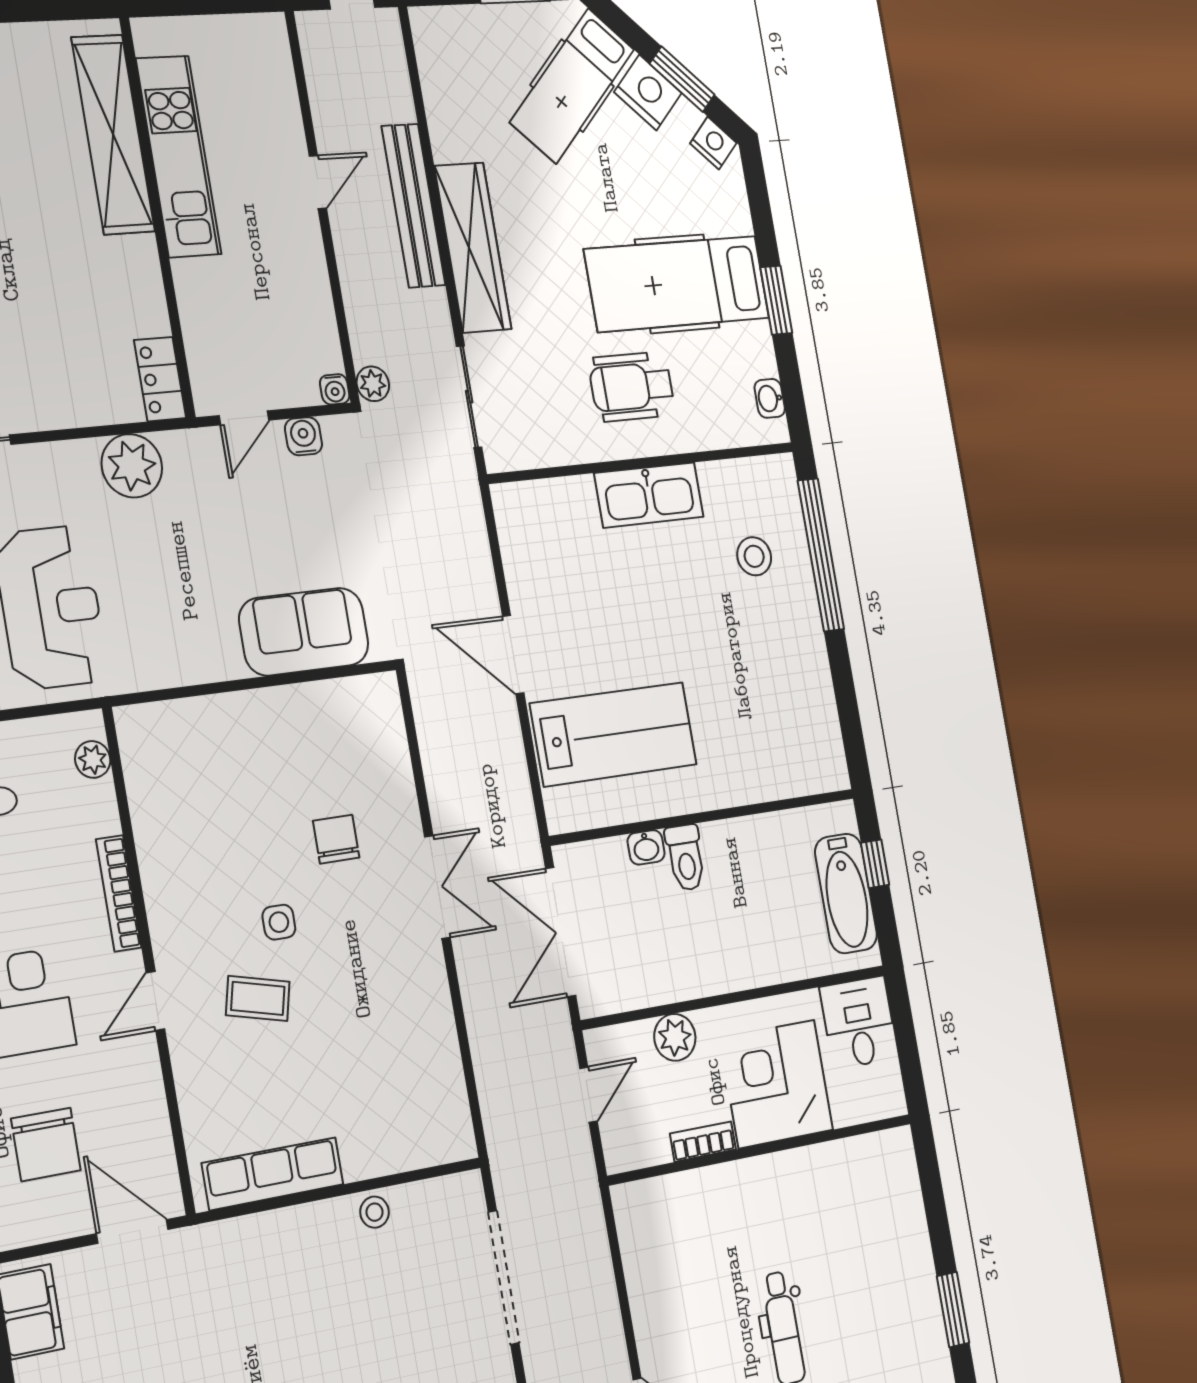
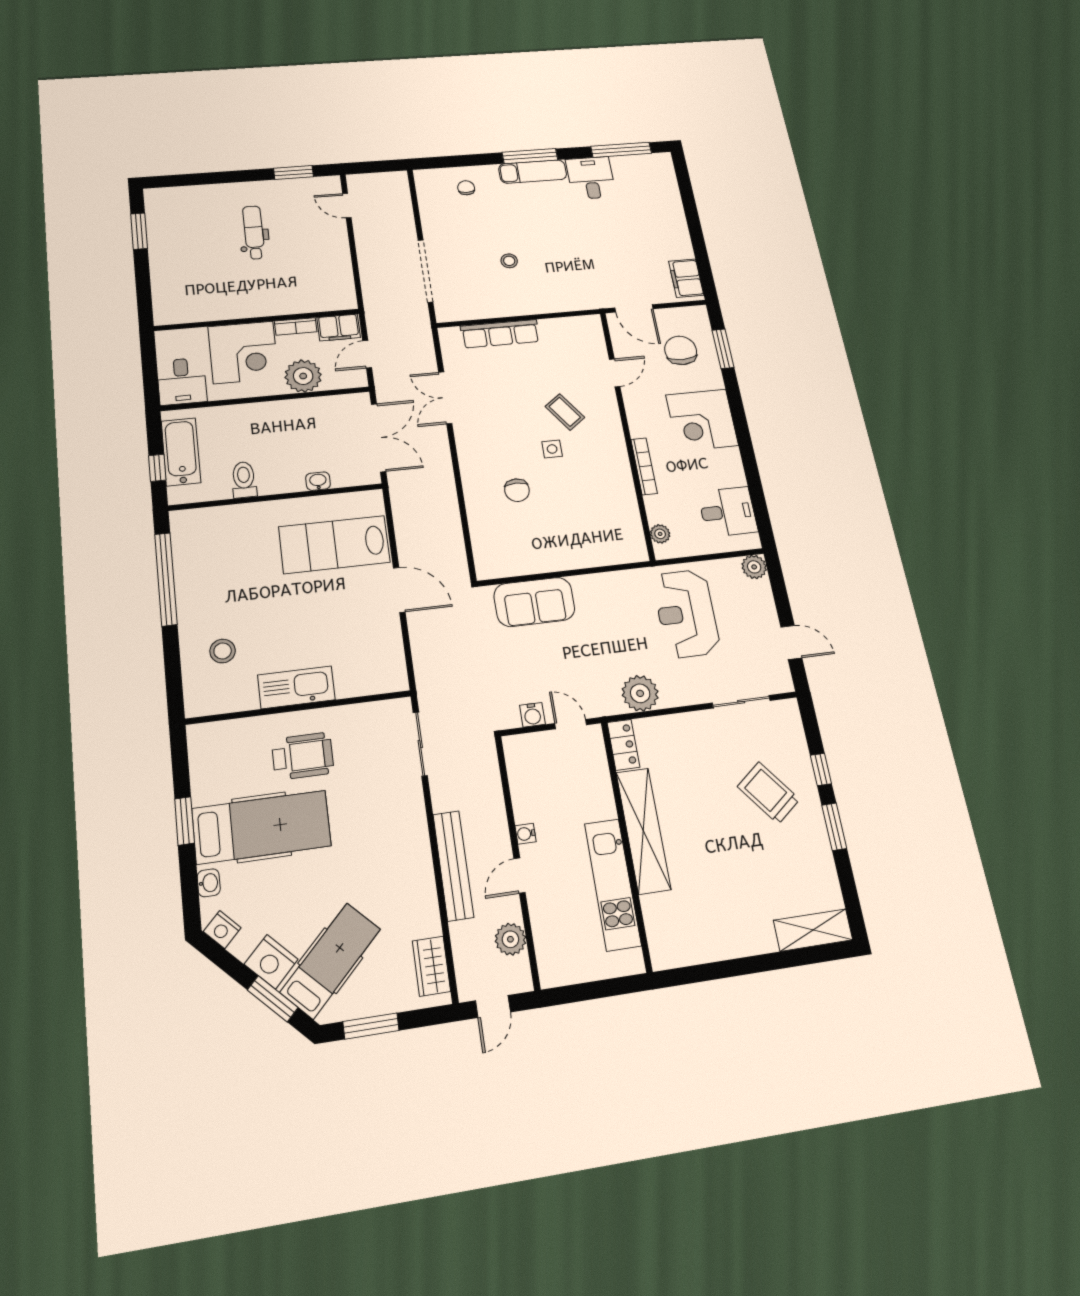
window: (682, 79) -> (273, 999), moved
shelving: (113, 134) -> (643, 831), moved
wardrobe: (473, 248) -> (431, 966), moved, width x0.48, depth x0.85
plant: (373, 384) -> (510, 939), moved, width x1.38, depth x1.38
water cooler: (335, 389) -> (526, 834), moved, turned -90
washbasin: (770, 398) -> (209, 883), moved
door: (244, 418) -> (571, 724), hinge flipped
window: (821, 555) -> (166, 579), moved
toilet: (686, 858) -> (244, 480), moved
double door: (437, 887) -> (445, 398), moved
coffee table: (258, 998) -> (565, 412), turned 40
door: (155, 1001) -> (615, 373), moved
plant: (675, 1037) -> (303, 376), width x1.36, depth x1.36
filing cabinet: (637, 1145) -> (339, 328), added
row of seats: (273, 1174) -> (500, 334), moved
stool: (375, 1212) -> (509, 261), moved

